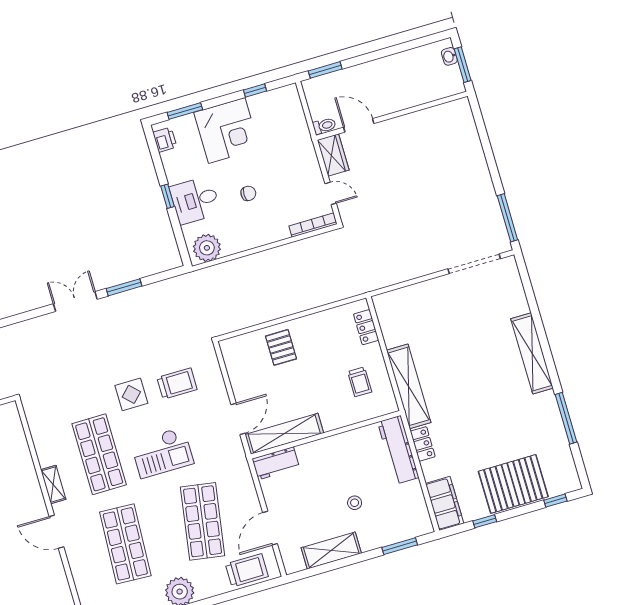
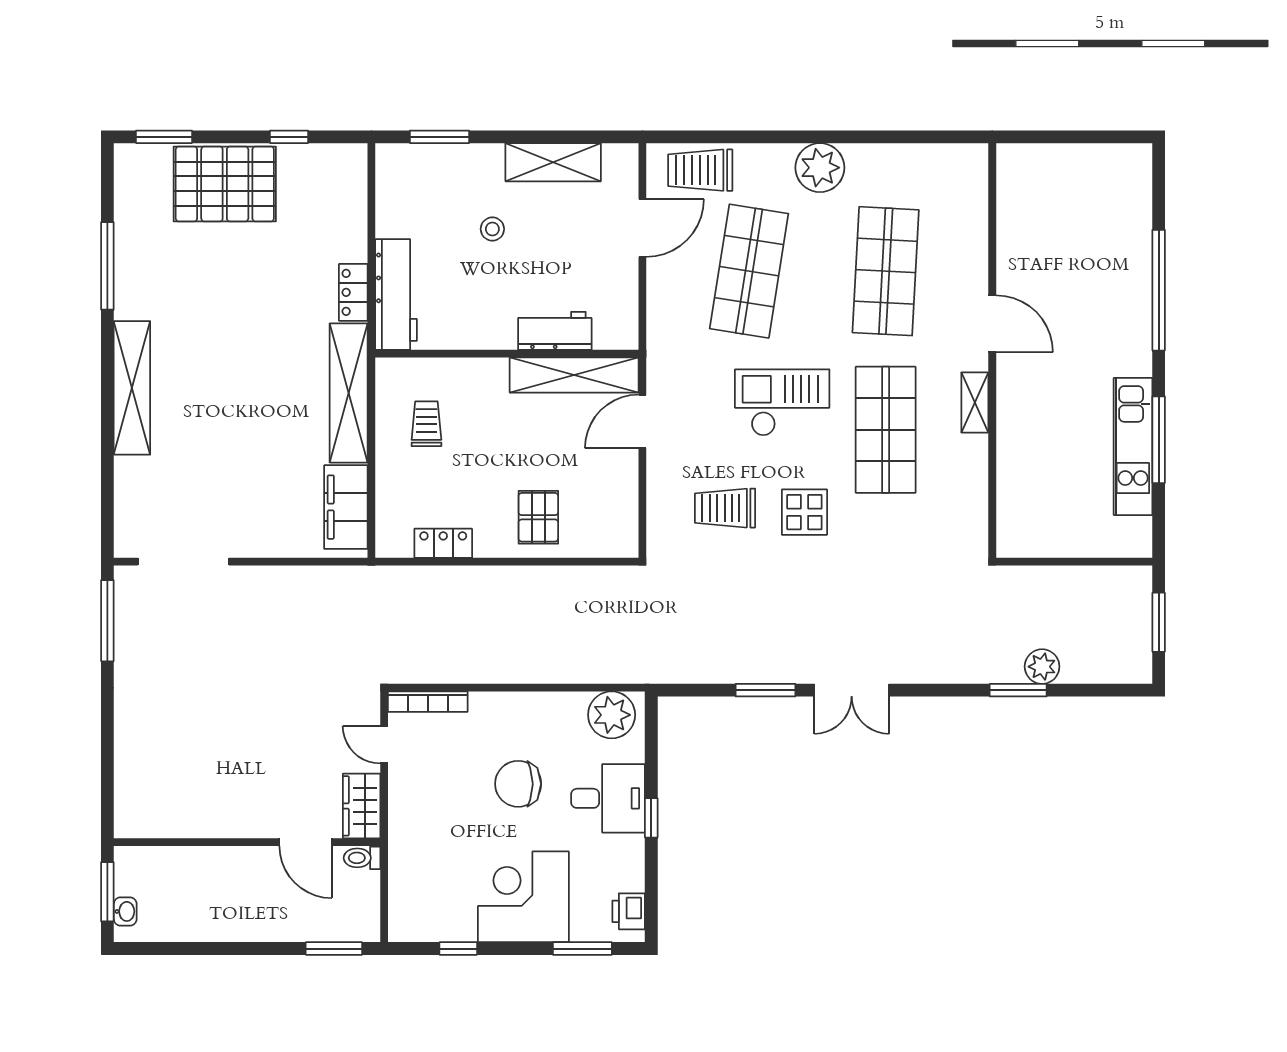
chair: (248, 193) -> (518, 784), width x1.87, depth x1.87
locker: (366, 327) -> (443, 543), moved, turned -90
workbench: (276, 463) -> (555, 331), moved
window: (555, 501) -> (164, 137), width x1.50
filing cabinet: (445, 503) -> (346, 507), moved

